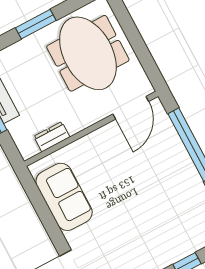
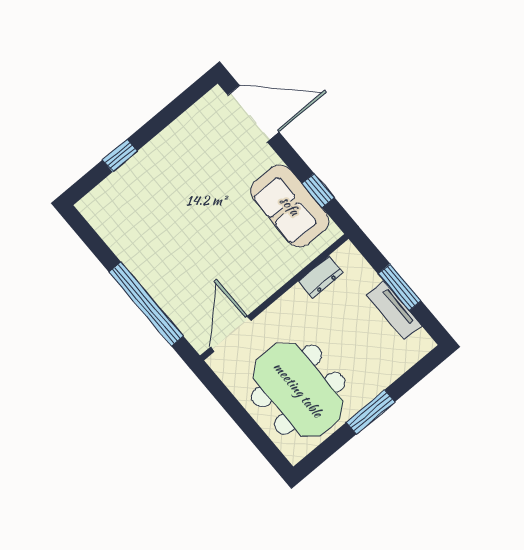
window: (39, 204) -> (318, 191), added

